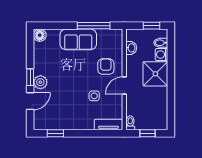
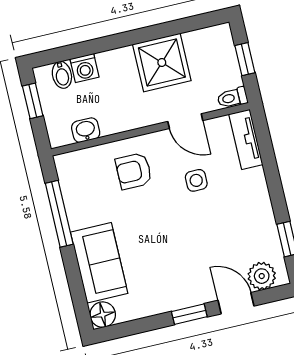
sofa: (78, 39) -> (99, 263), moved
shower: (155, 74) -> (162, 62), moved
plant: (40, 82) -> (262, 276), moved
door: (124, 86) -> (185, 121), moved

